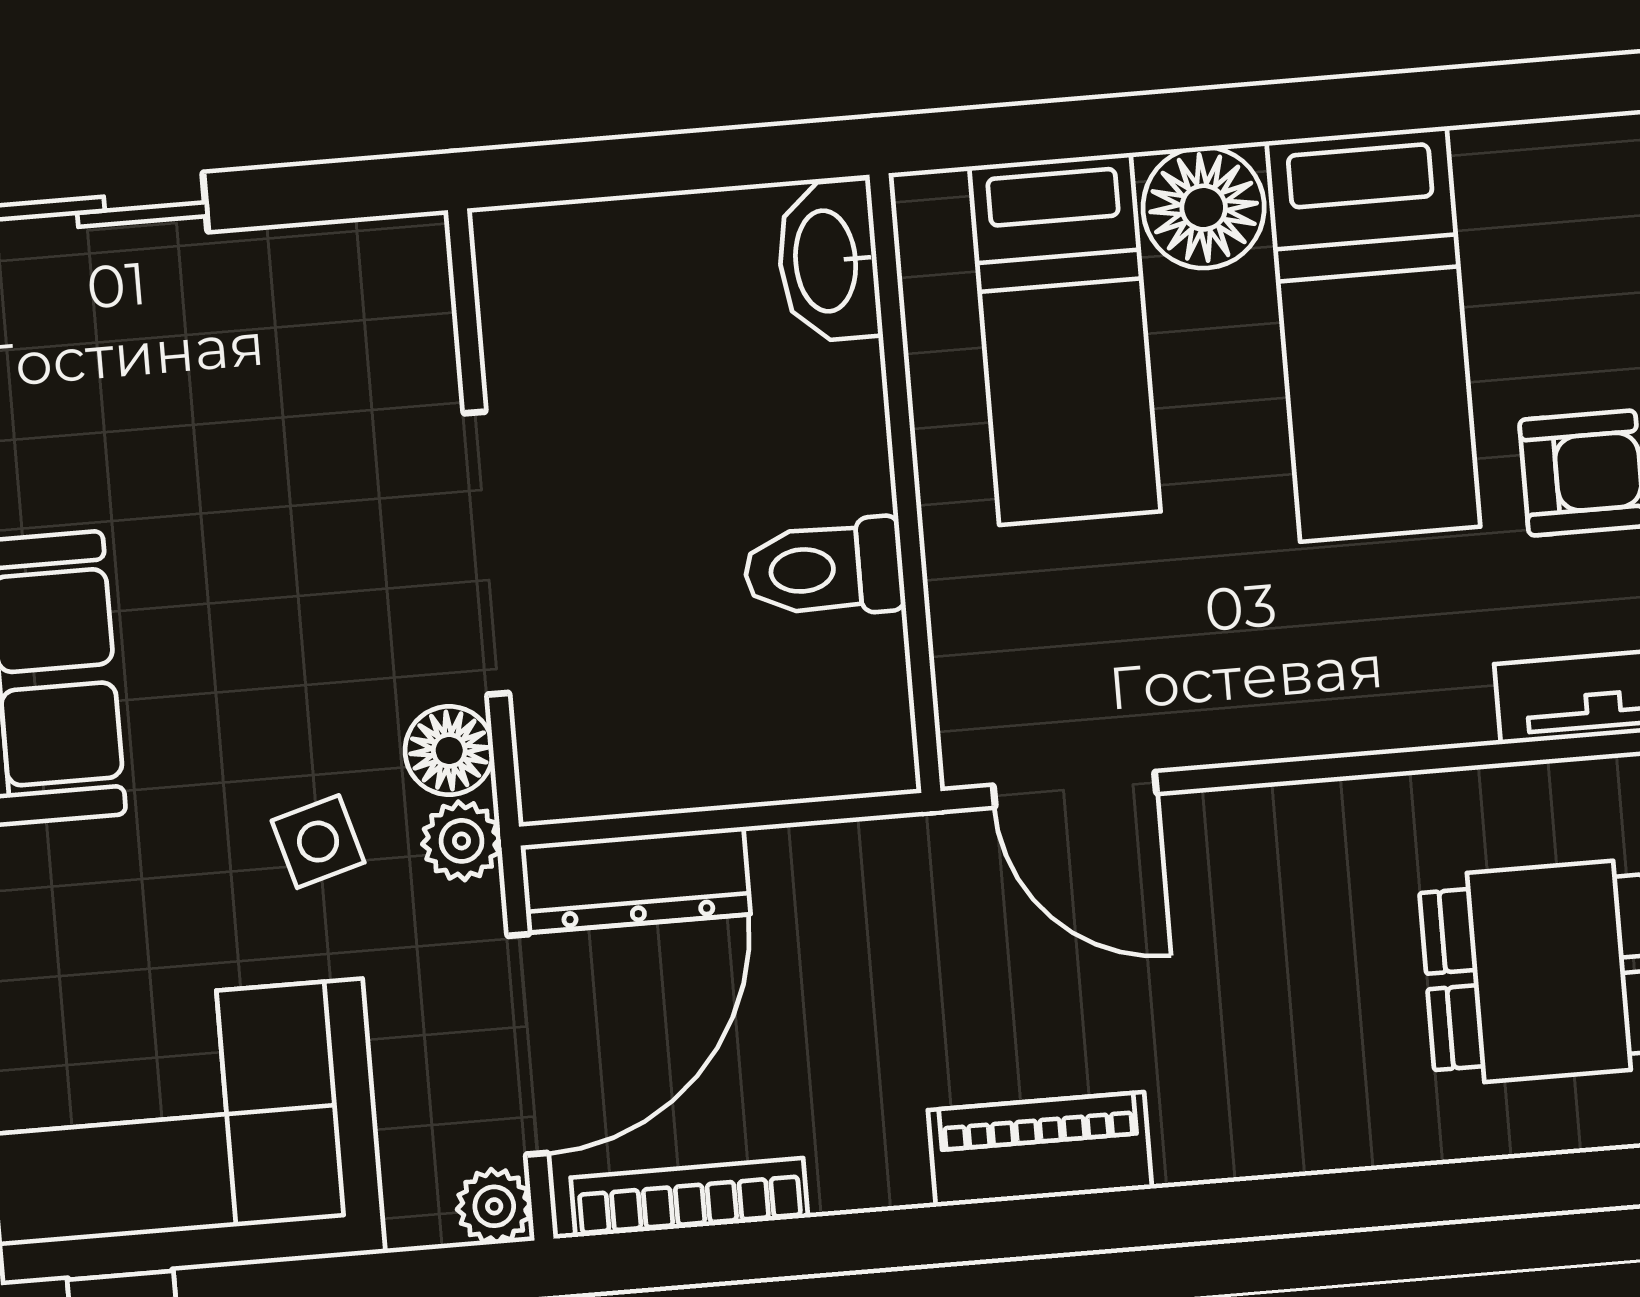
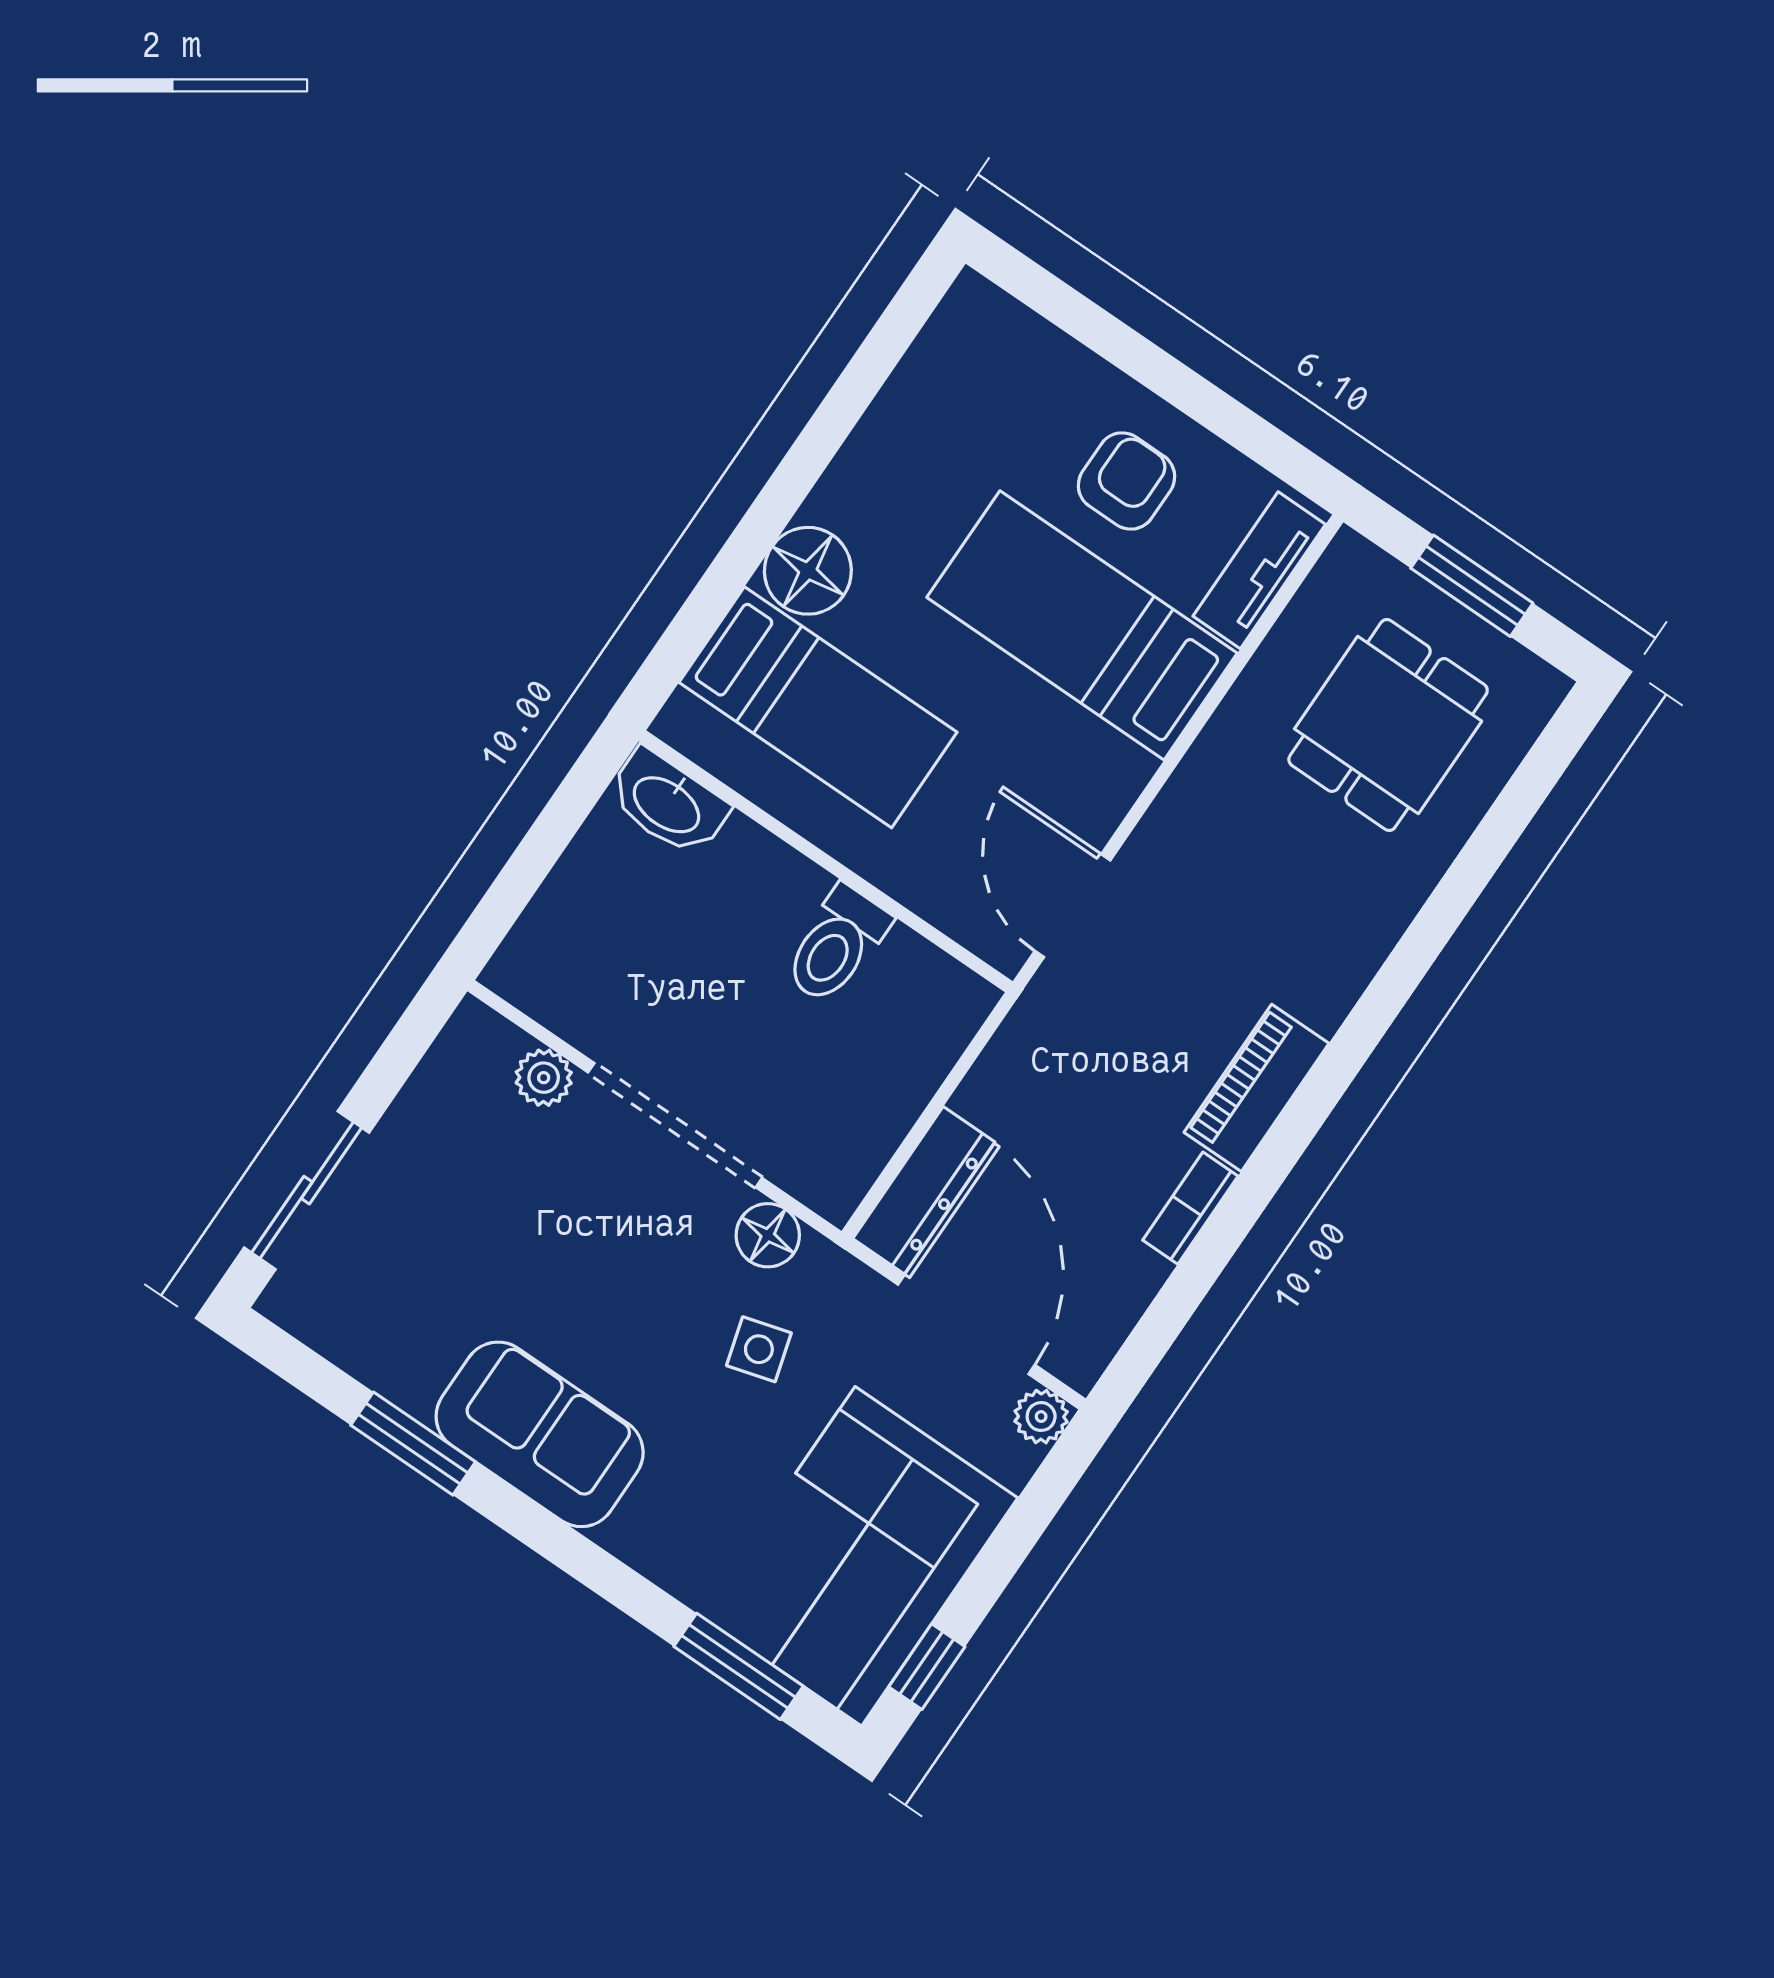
bed: (1373, 334) -> (1082, 625), moved, turned 180
door: (1075, 789) -> (1073, 906), swing flipped
plant: (462, 841) -> (544, 1078), moved
bookcase: (689, 1198) -> (1190, 1208), moved, width x0.64

